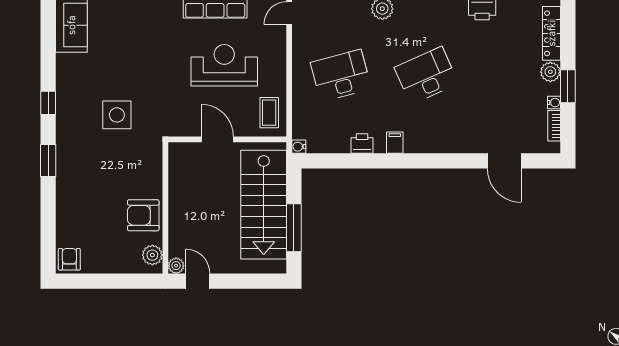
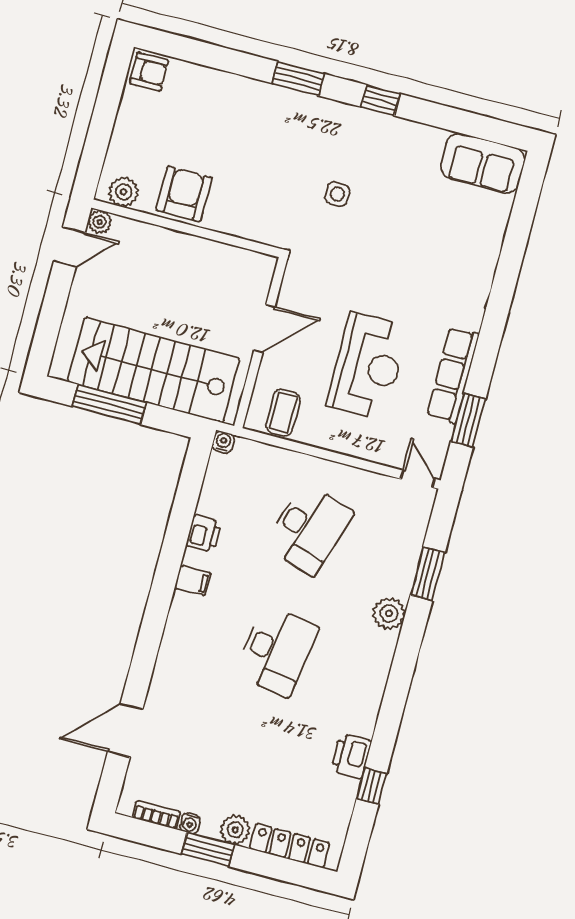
desk: (341, 76) -> (309, 529), turned 33
desk: (426, 76) -> (277, 651), turned 33
coffee table: (269, 113) -> (283, 413), turned 90
side table: (117, 115) -> (337, 194), width x0.54, depth x0.54

